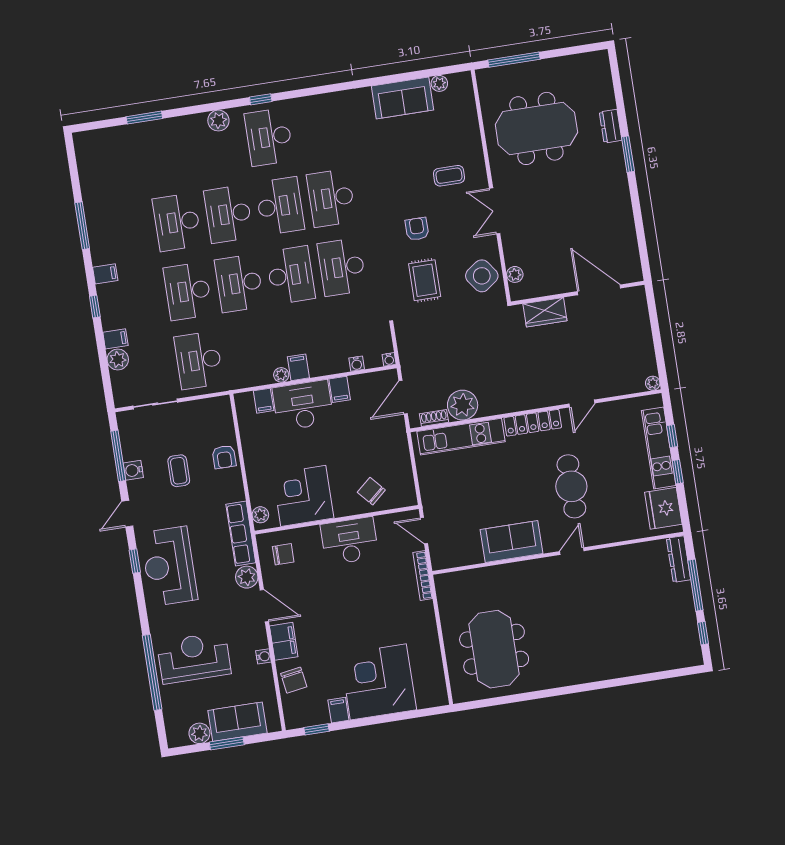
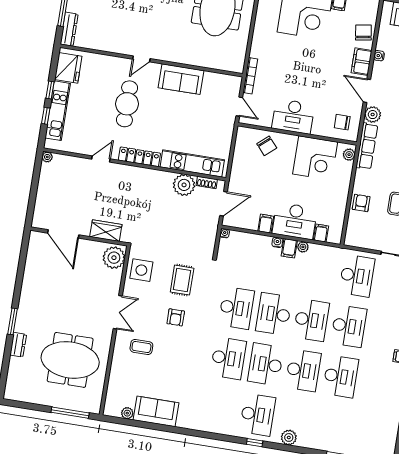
plant: (515, 274) -> (114, 258), width x1.88, depth x1.88
side table: (482, 276) -> (141, 270), turned 36
water cooler: (357, 364) -> (277, 242), moved

